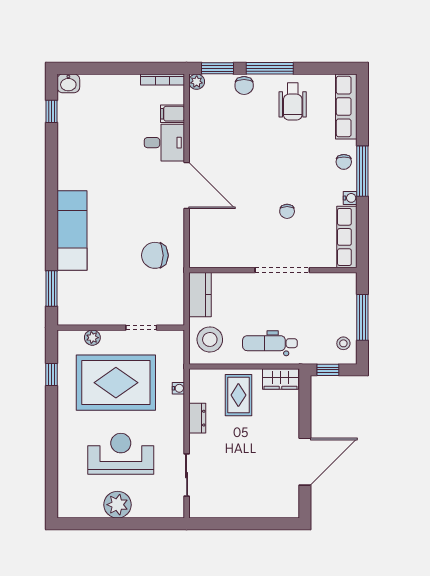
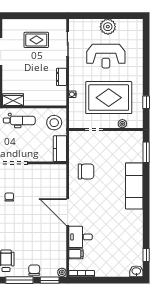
rug: (238, 395) -> (36, 40), moved, turned 90

